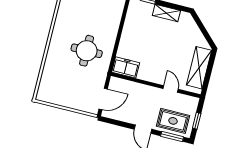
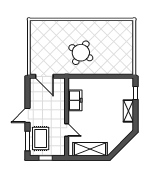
round table: (87, 51) -> (81, 53), turned 30
freezer: (126, 67) -> (75, 100), moved
door: (171, 89) -> (67, 130), hinge flipped

